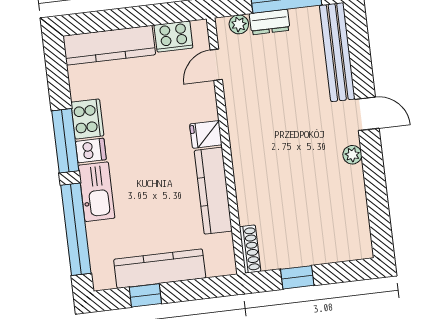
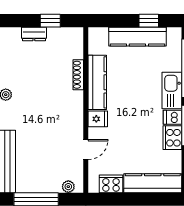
dresser: (270, 22) -> (34, 34), moved, turned 180
door: (216, 65) -> (86, 149), moved
shoe rack: (250, 249) -> (78, 75), moved

